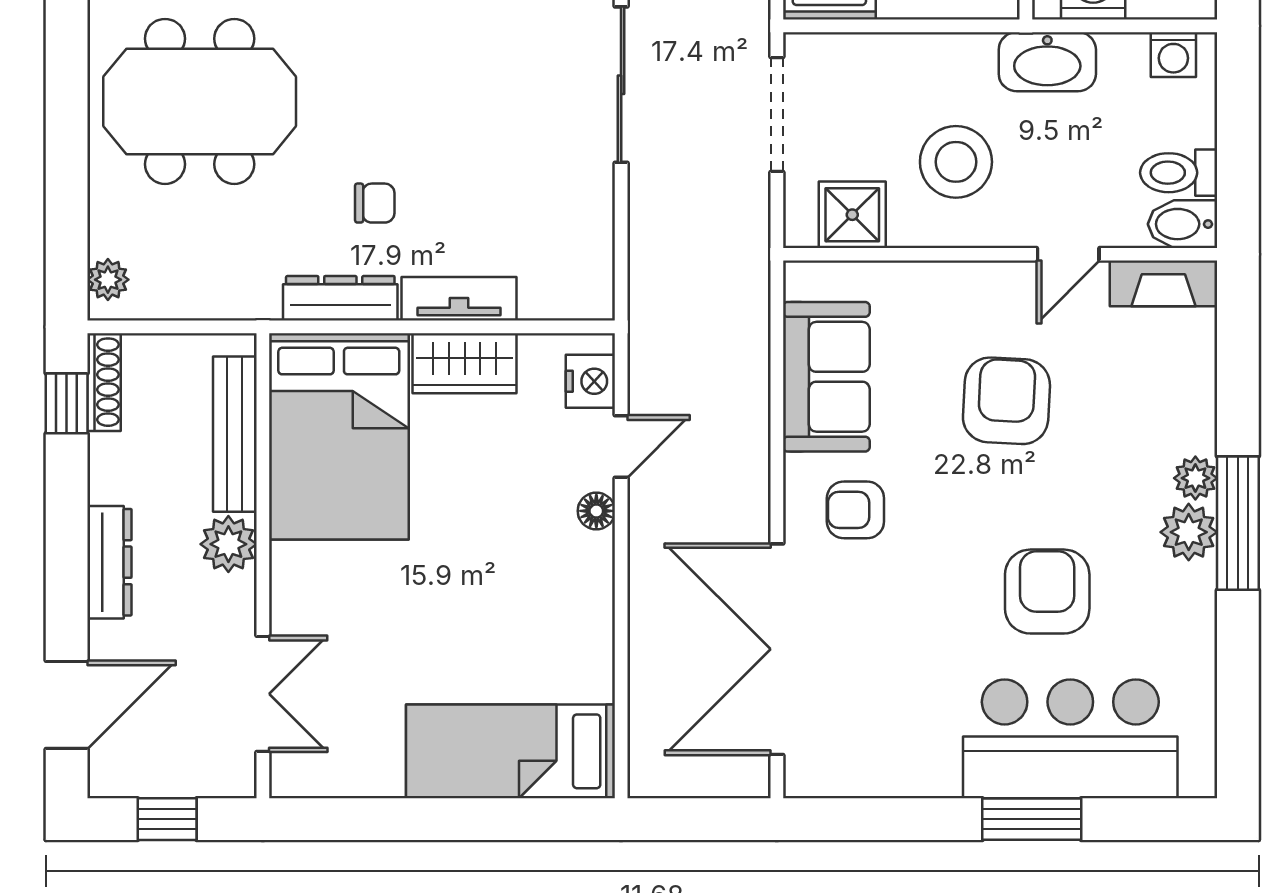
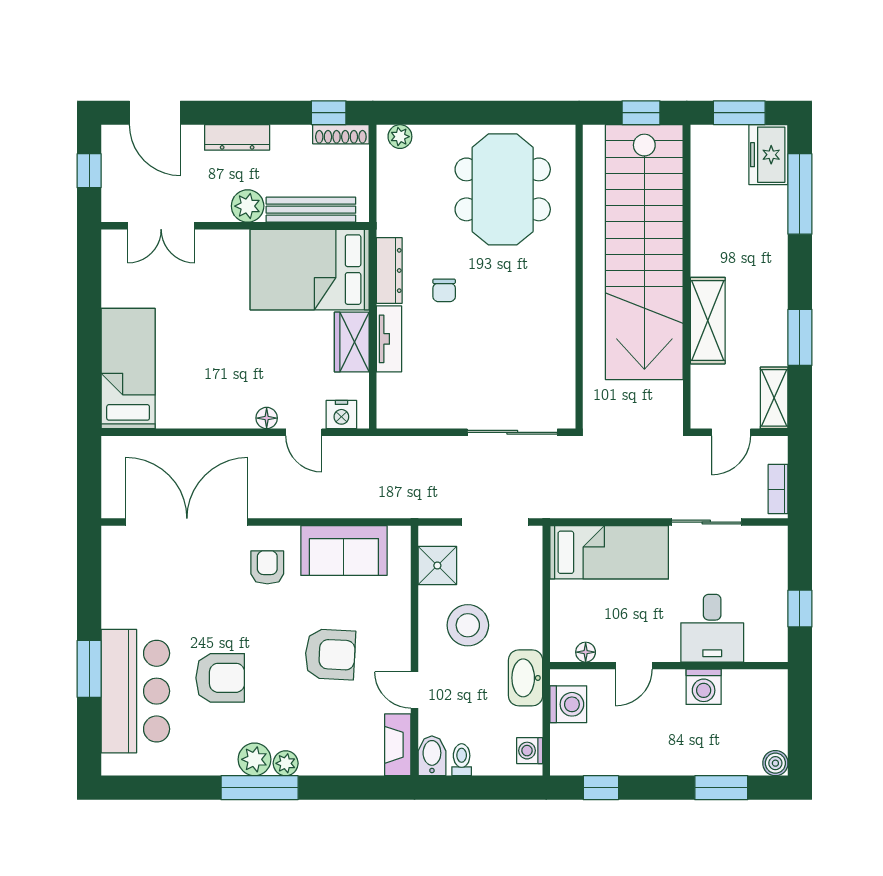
toilet: (1179, 173) -> (462, 760), width x0.73, depth x0.72

